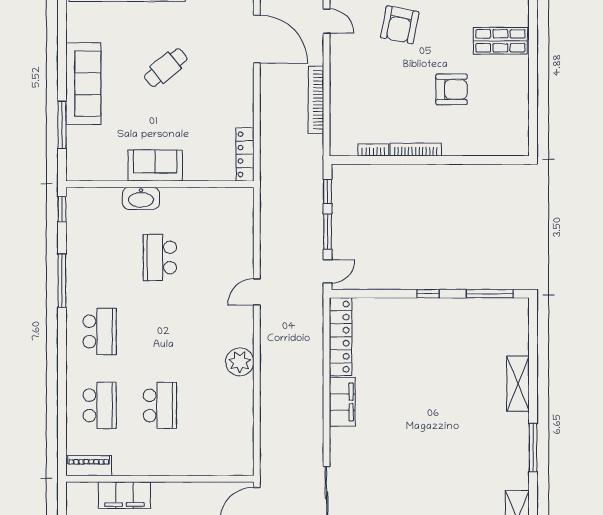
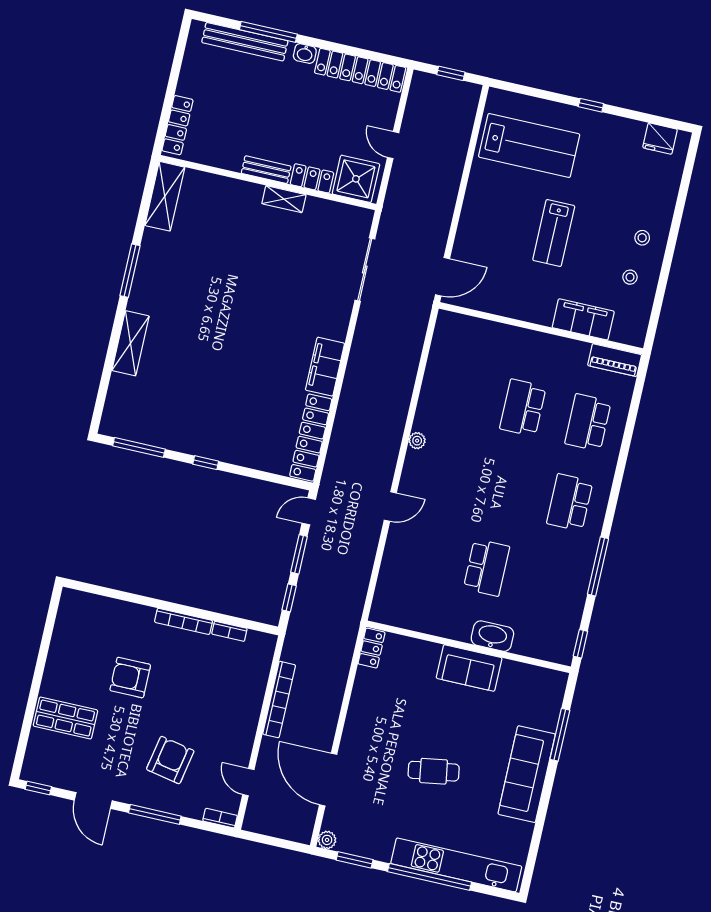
cafe table: (166, 68) -> (434, 771), turned 30
locker: (245, 154) -> (372, 648), width x0.66
plant: (240, 362) -> (417, 441), width x0.53, depth x0.53

